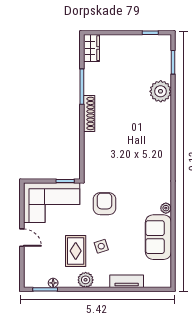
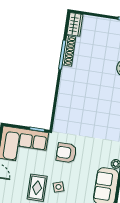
shoe rack: (89, 113) -> (69, 51), moved
armchair: (104, 204) -> (66, 153), turned -90

